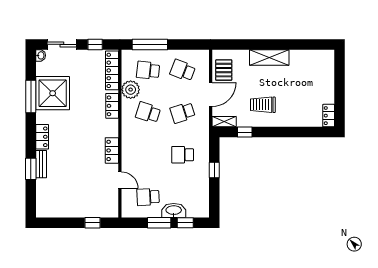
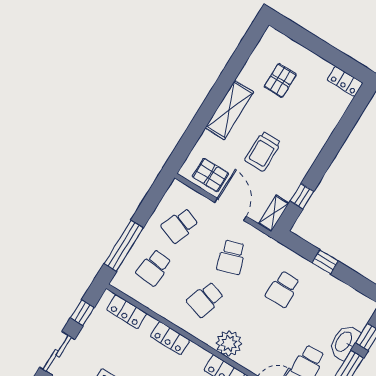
locker: (112, 70) -> (127, 312), width x0.66
pallet: (305, 77) -> (280, 80), added
plant: (131, 90) -> (229, 343), moved
trolley: (263, 105) -> (263, 151), moved

